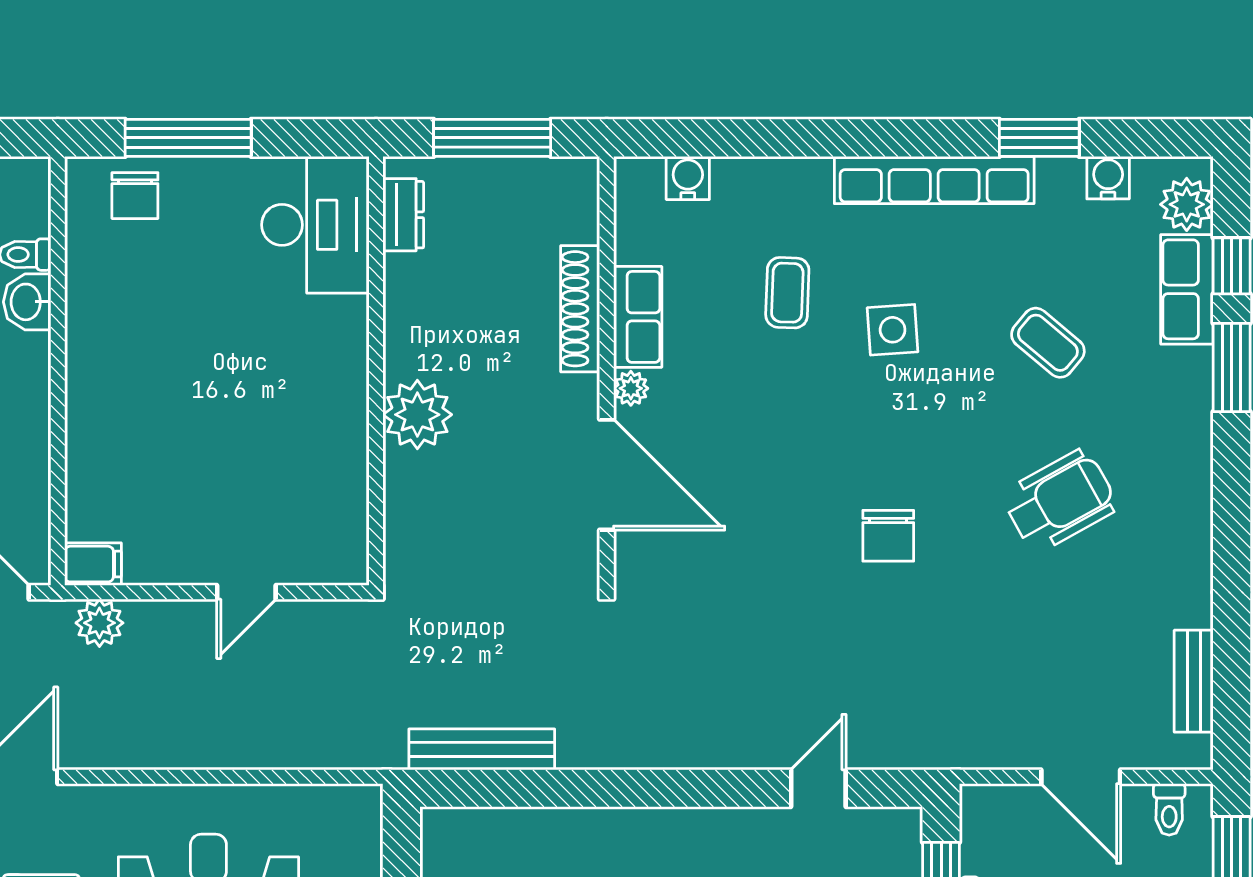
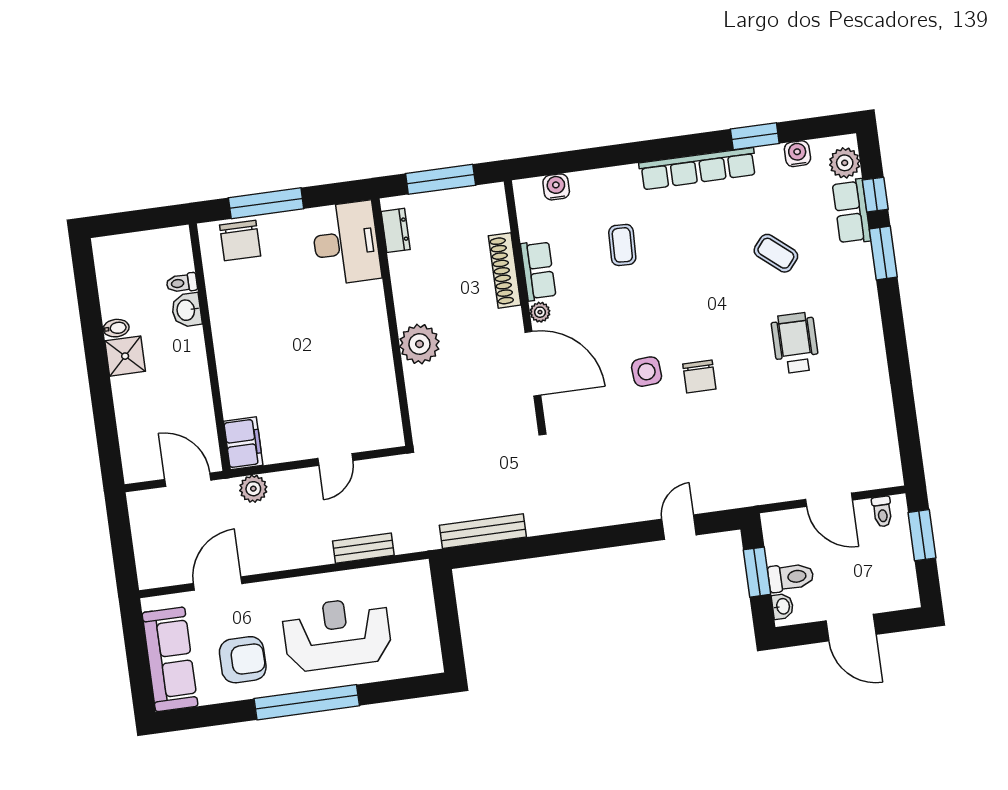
chair: (135, 196) -> (240, 240), width x1.37, depth x1.37
side table: (893, 330) -> (647, 372), moved
wheelchair: (1060, 501) -> (795, 343), turned -61
filing cabinet: (93, 564) -> (243, 443), width x2.00
bench: (1194, 681) -> (363, 548), moved, turned 90

